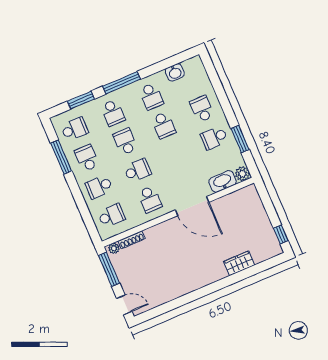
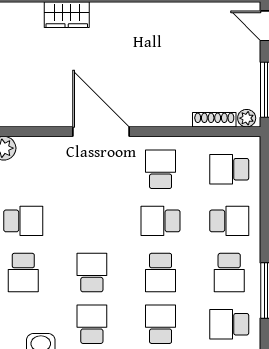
washbasin: (223, 182) -> (39, 149), removed

